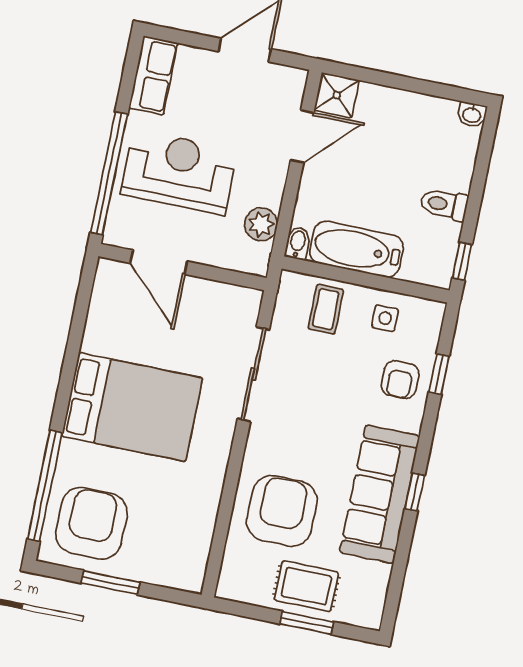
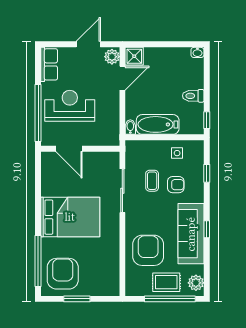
plant: (261, 224) -> (112, 57), moved
coffee table: (326, 309) -> (152, 181), moved
armchair: (400, 380) -> (176, 185), moved, turned -90
plant: (369, 600) -> (196, 283), added
window: (307, 623) -> (170, 299), width x2.11

